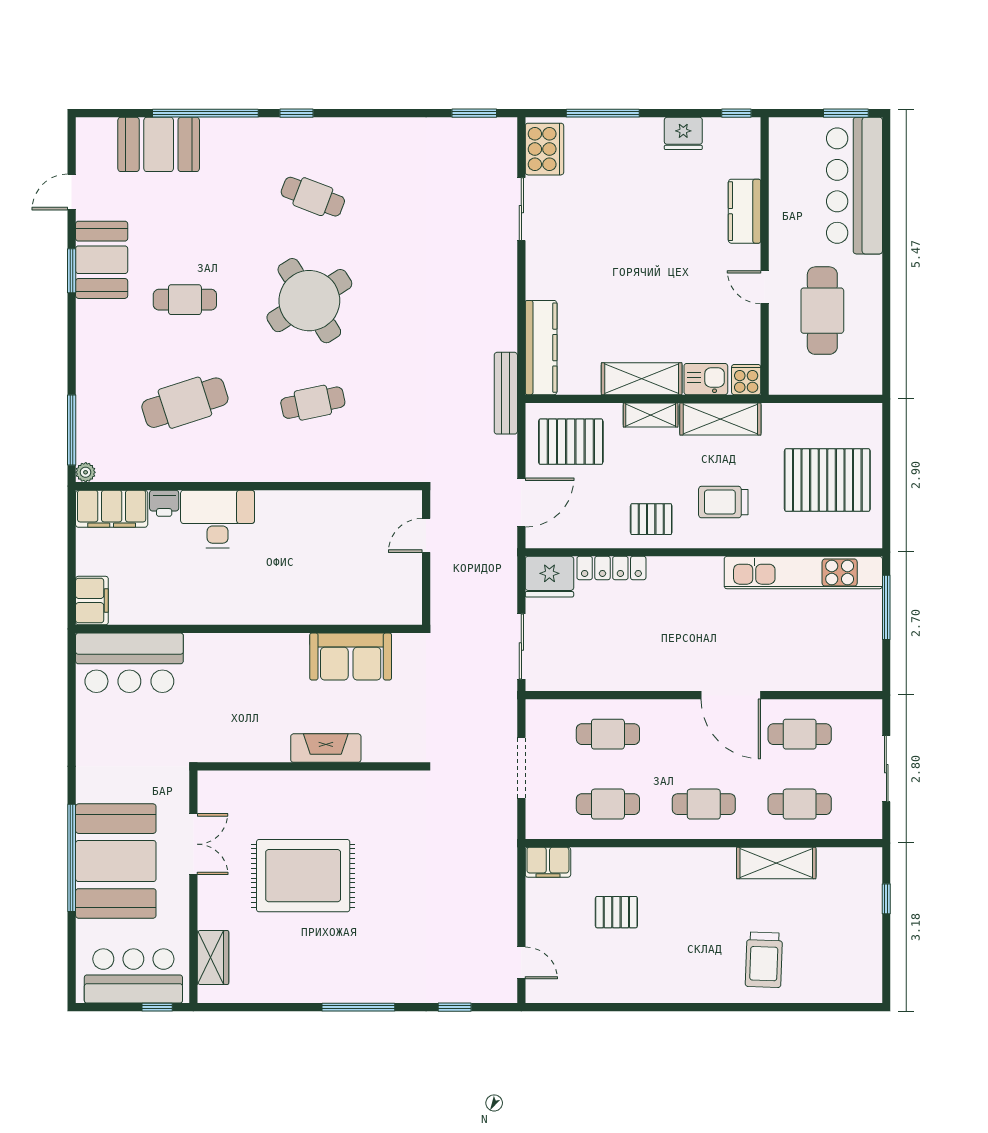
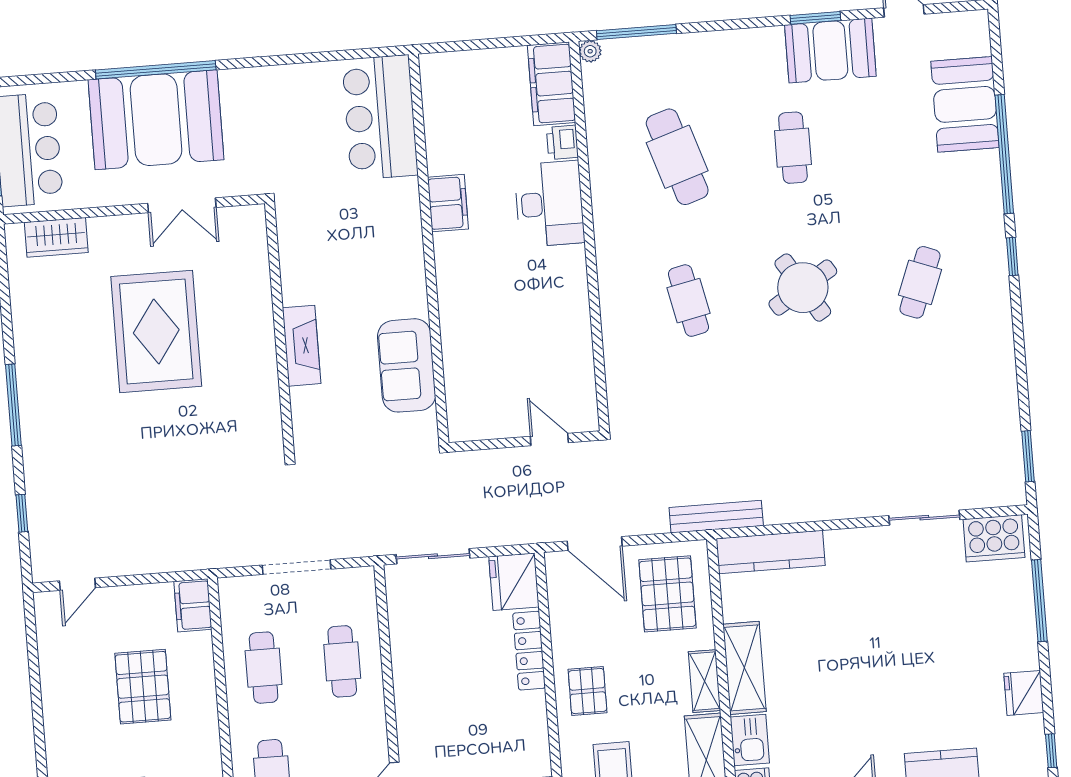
round table: (309, 301) -> (803, 288), width x0.73, depth x0.73
filing cabinet: (92, 601) -> (448, 203), moved, turned -90
pallet: (616, 912) -> (143, 687), width x1.50, depth x1.42

